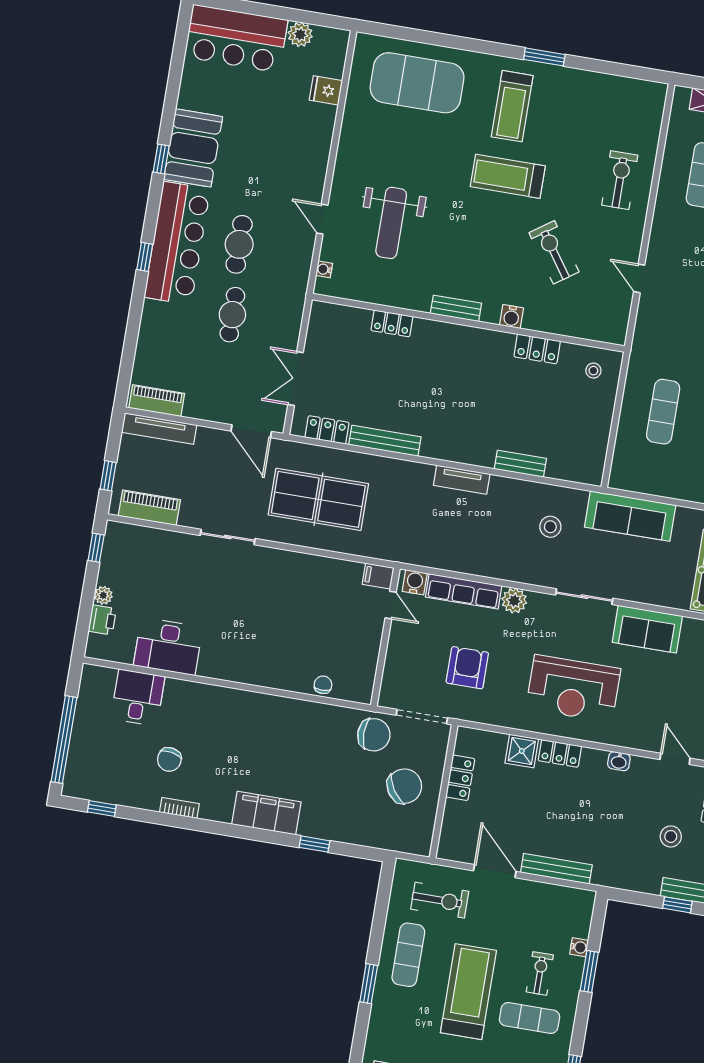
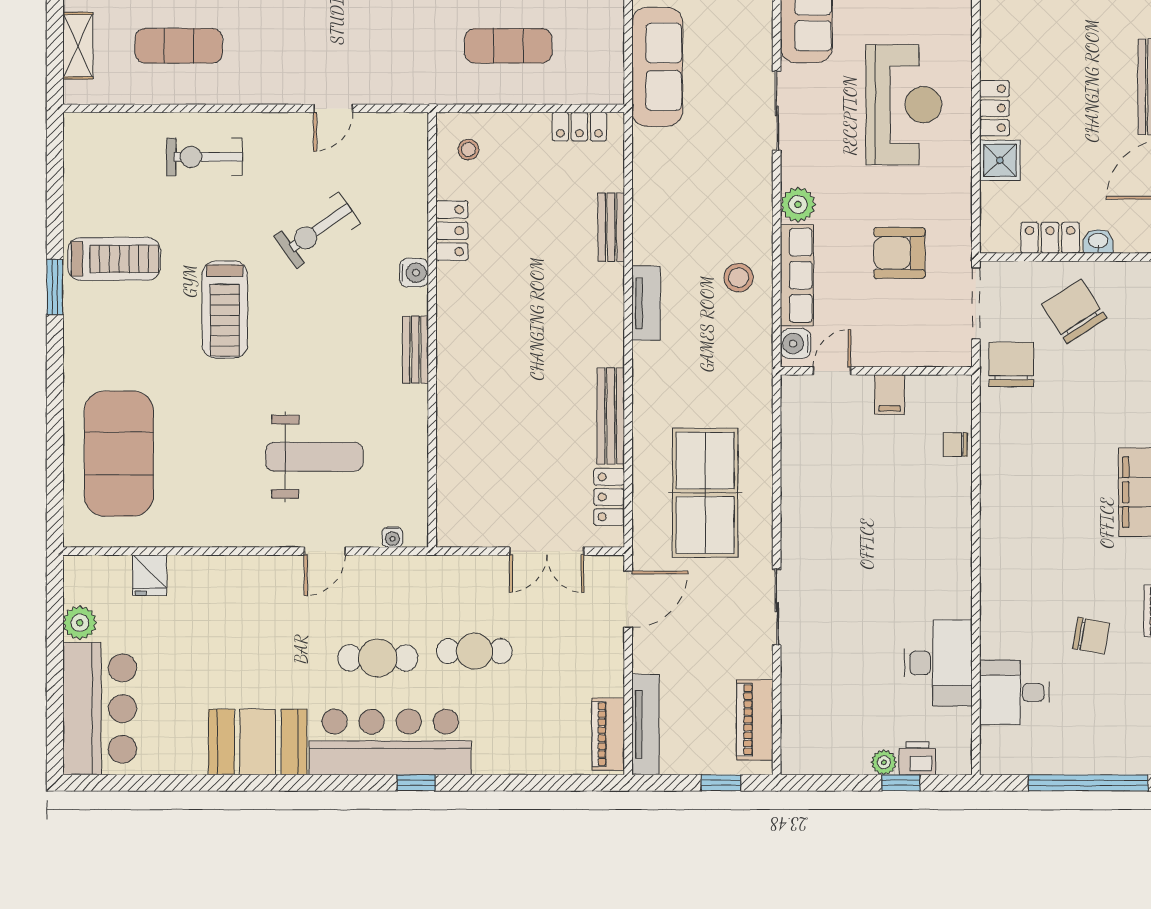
treadmill: (512, 106) -> (114, 259), moved
window: (161, 159) -> (280, 783), removed
locker: (392, 323) -> (579, 127), moved, turned 90
stool: (550, 527) -> (739, 278), moved
window: (96, 548) -> (901, 783), moved
filing cabinet: (378, 576) -> (890, 395), moved
washbasin: (619, 761) -> (1098, 241), moved, turned -90

